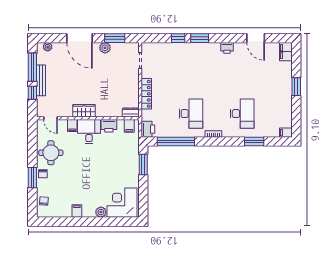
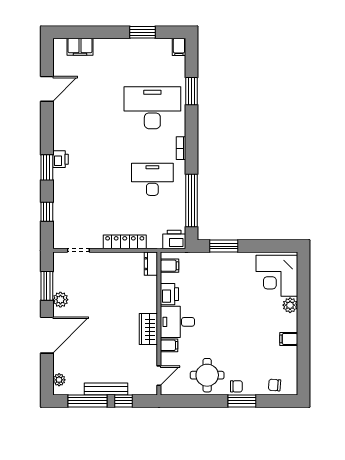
window: (178, 38) -> (47, 212), moved
printer: (227, 48) -> (60, 159), moved
filing cabinet: (286, 52) -> (80, 47), moved
window: (296, 87) -> (142, 32), moved
desk: (242, 114) -> (152, 108), width x1.36, depth x1.30

